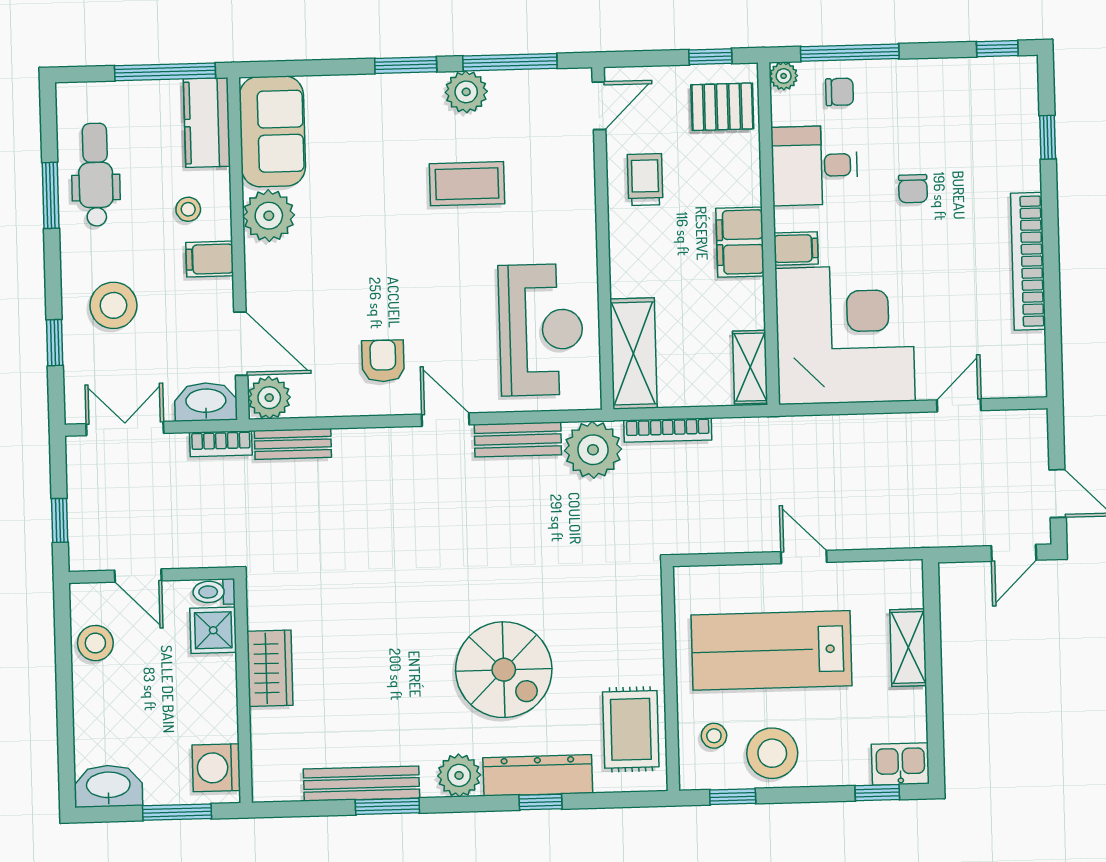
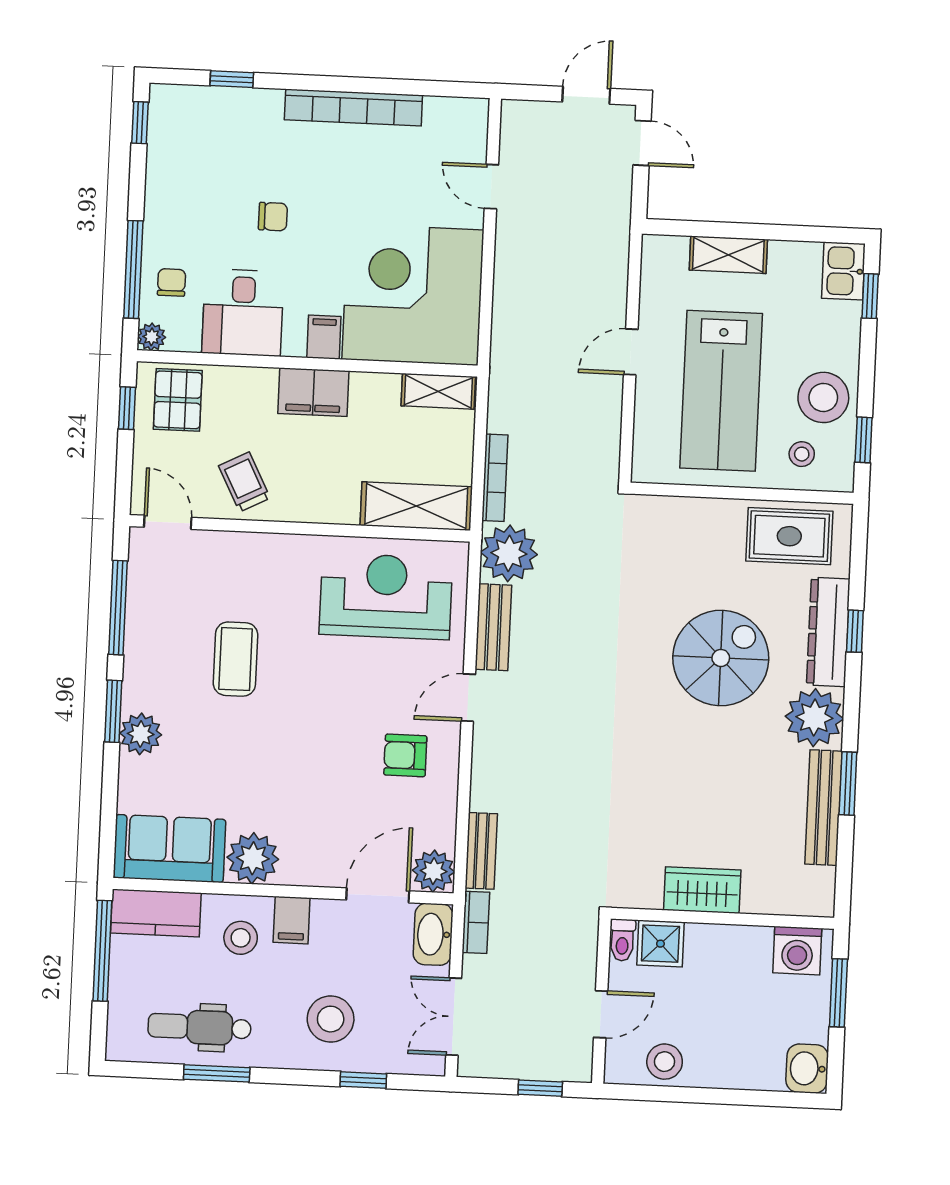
plant: (466, 92) -> (141, 734), moved
trolley: (645, 180) -> (244, 482), turned 63
stool: (188, 209) -> (241, 938), width x1.37, depth x1.37
plant: (459, 775) -> (814, 718), width x1.36, depth x1.36
washbasin: (108, 786) -> (807, 1069), width x0.72

